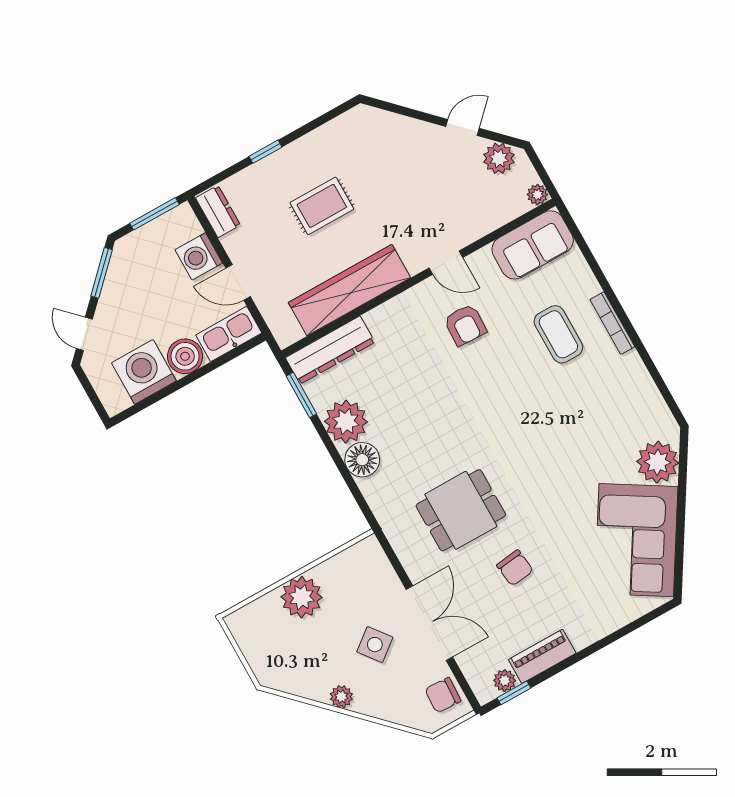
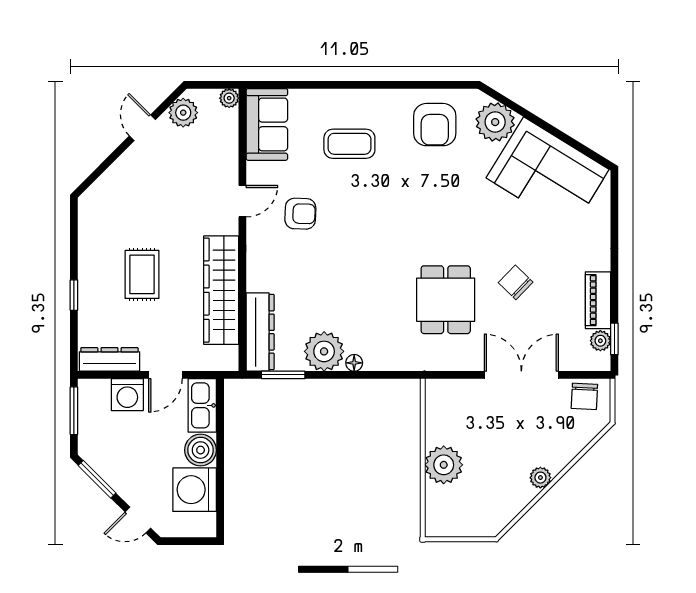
dresser: (218, 212) -> (109, 359), width x1.44
bookcase: (612, 323) -> (364, 96), removed
armchair: (623, 406) -> (435, 125), added
floor lamp: (362, 460) -> (354, 363), width x0.53, depth x0.53
chair: (515, 568) -> (516, 282), turned -129
side table: (375, 645) -> (514, 428), removed

